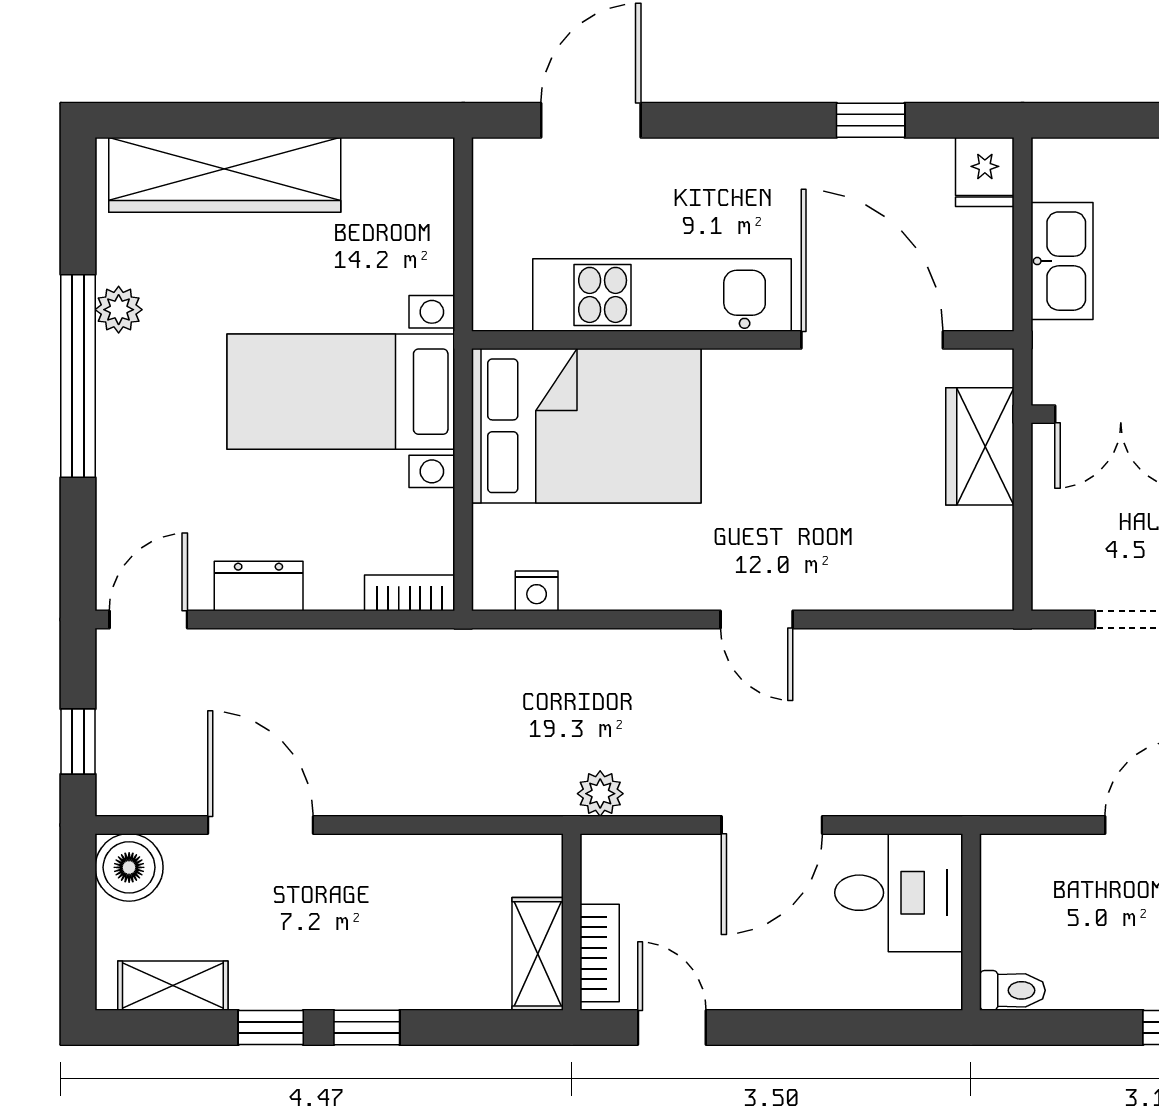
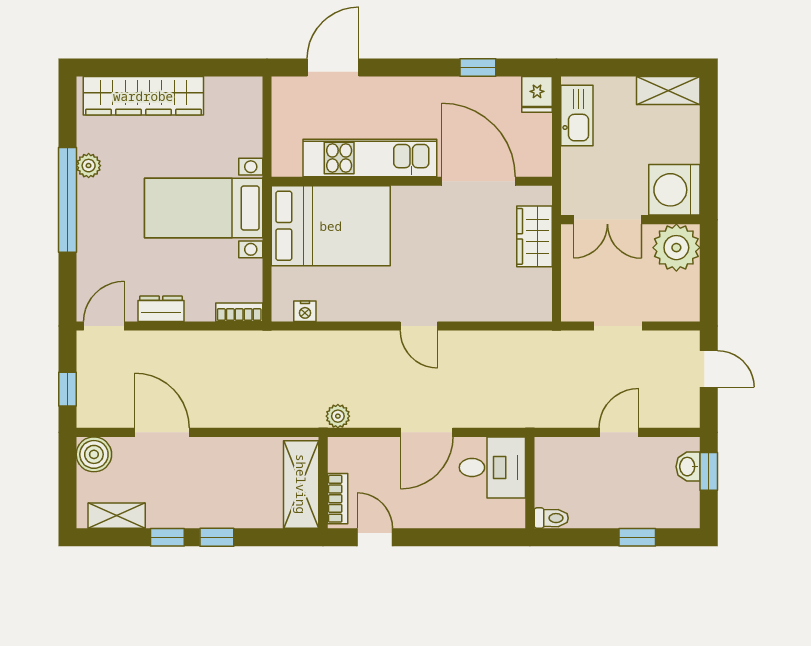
kitchen sink: (1062, 261) -> (577, 115), moved
shelving: (538, 954) -> (301, 484), width x1.50, depth x1.33

